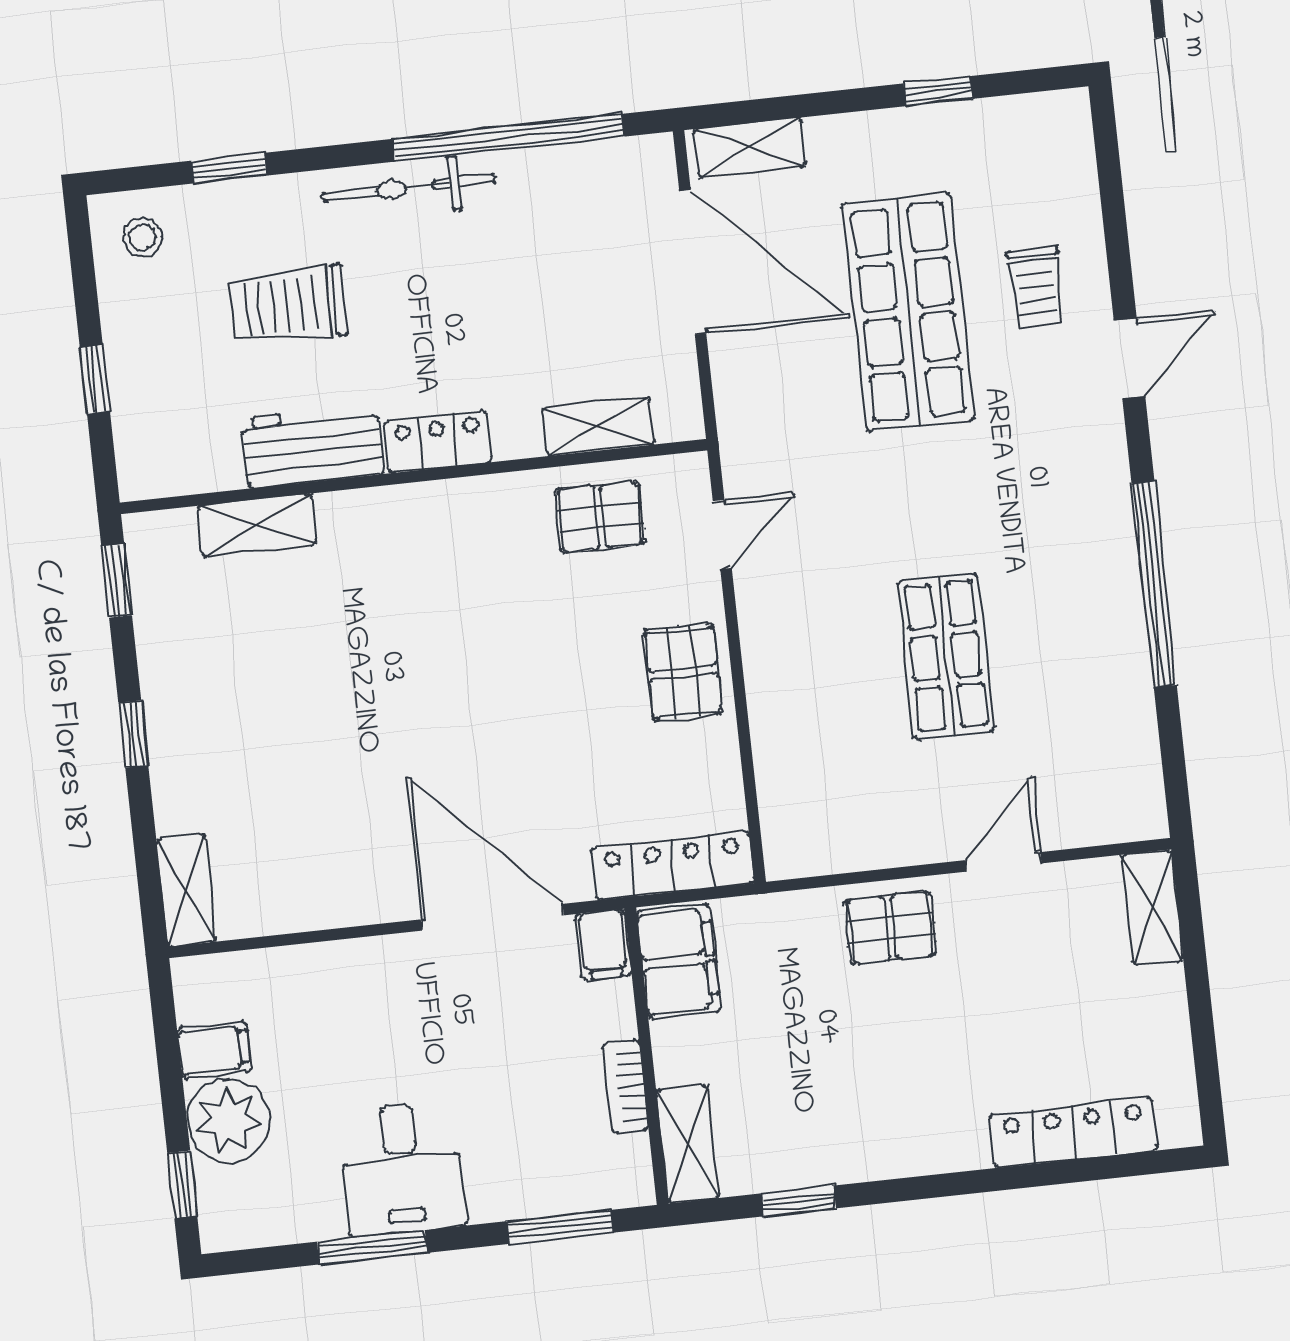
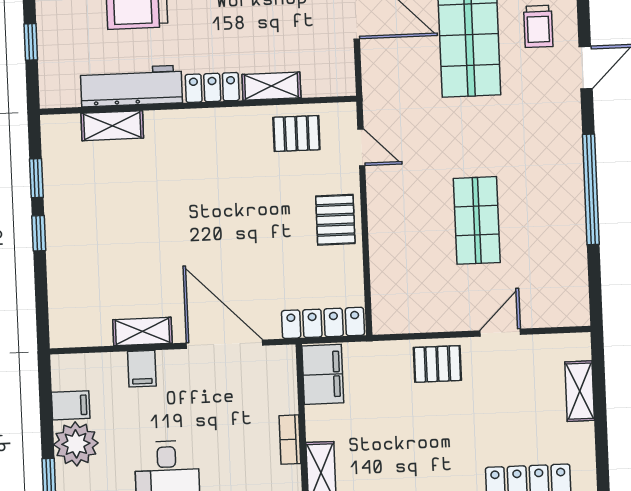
shelving: (598, 426) -> (271, 86), moved
workbench: (313, 446) -> (131, 86), width x1.38
door: (722, 535) -> (361, 147), hinge flipped
window: (117, 581) -> (36, 178), moved
shelving: (186, 890) -> (142, 331), moved, turned 90
shelving: (1152, 907) -> (580, 391), moved
filing cabinet: (603, 945) -> (142, 369), moved

